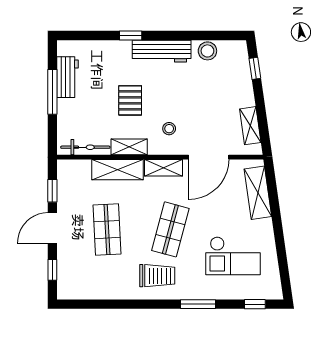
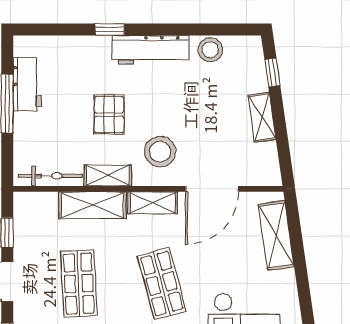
shelving: (250, 126) -> (262, 117), moved
stool: (169, 129) -> (160, 151), width x1.89, depth x1.89
shop shelf: (170, 229) -> (162, 284), turned -30

